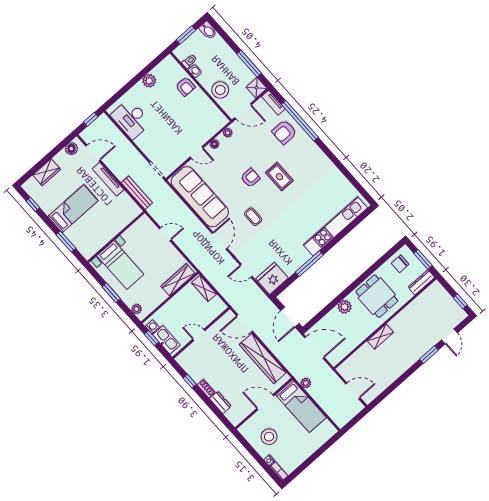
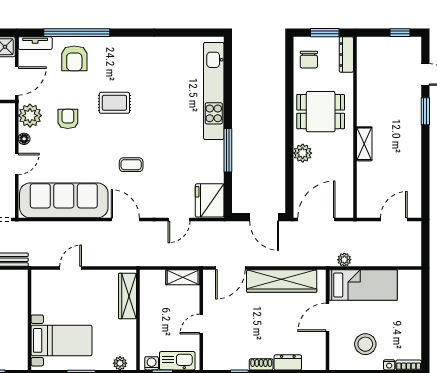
plant: (228, 133) -> (30, 116), width x1.88, depth x1.88
armchair: (250, 178) -> (68, 119), moved
shelving: (204, 288) -> (183, 277), moved

